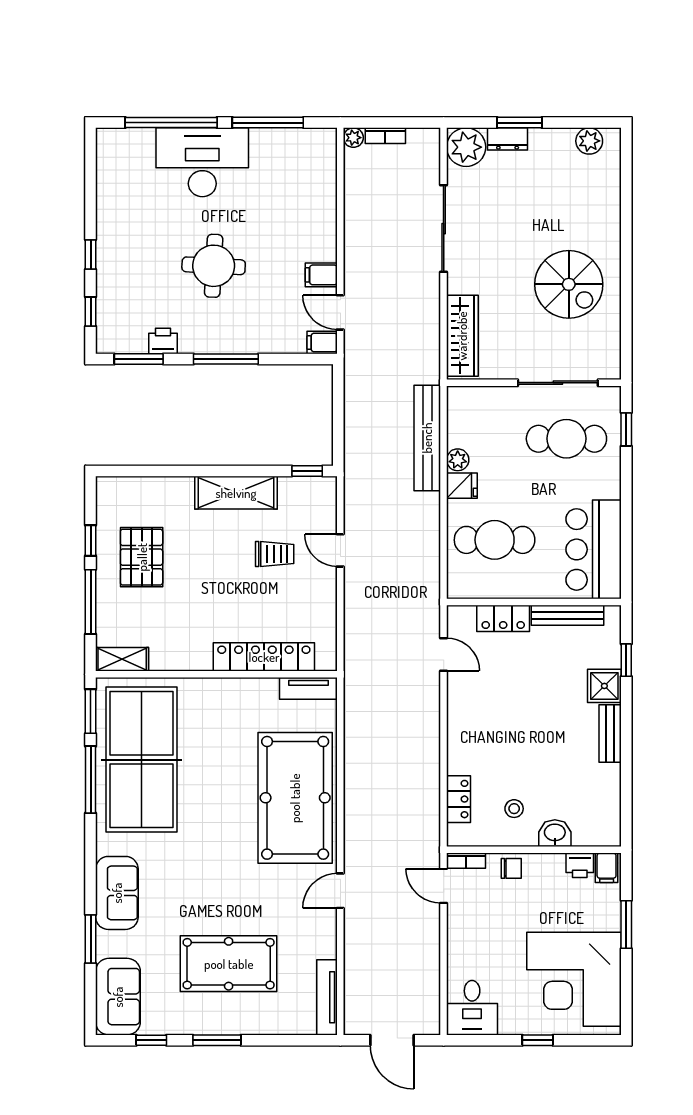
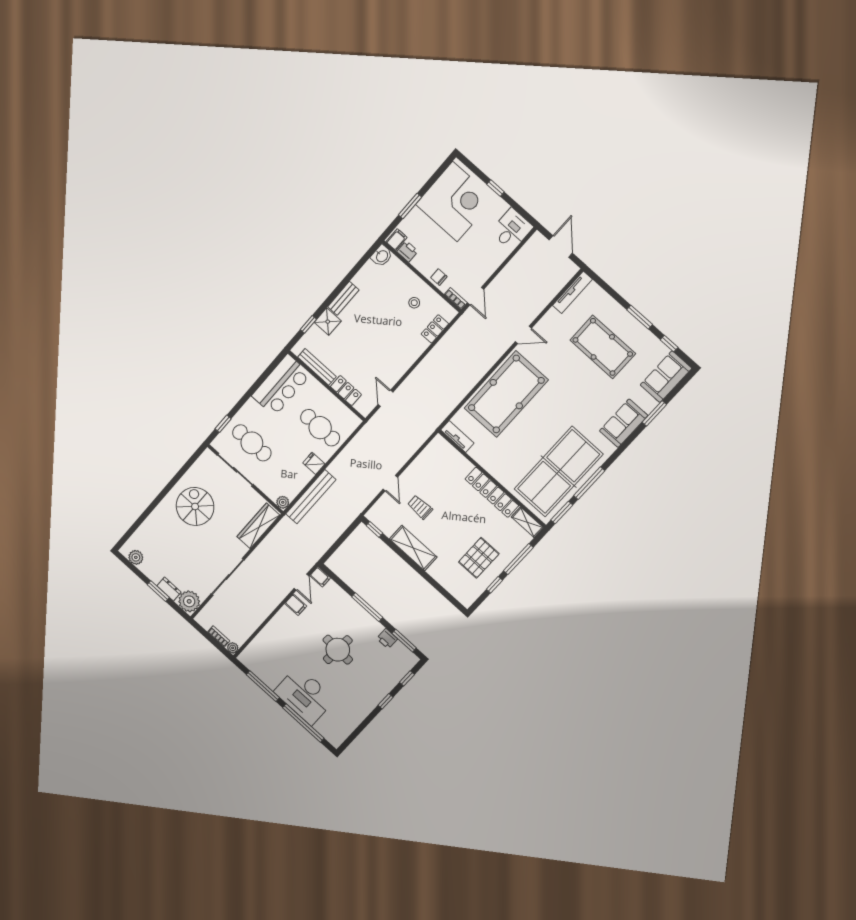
plant: (458, 460) -> (283, 502), moved
locker: (264, 657) -> (492, 492), moved
washbasin: (555, 833) -> (382, 256), moved, turned -90

